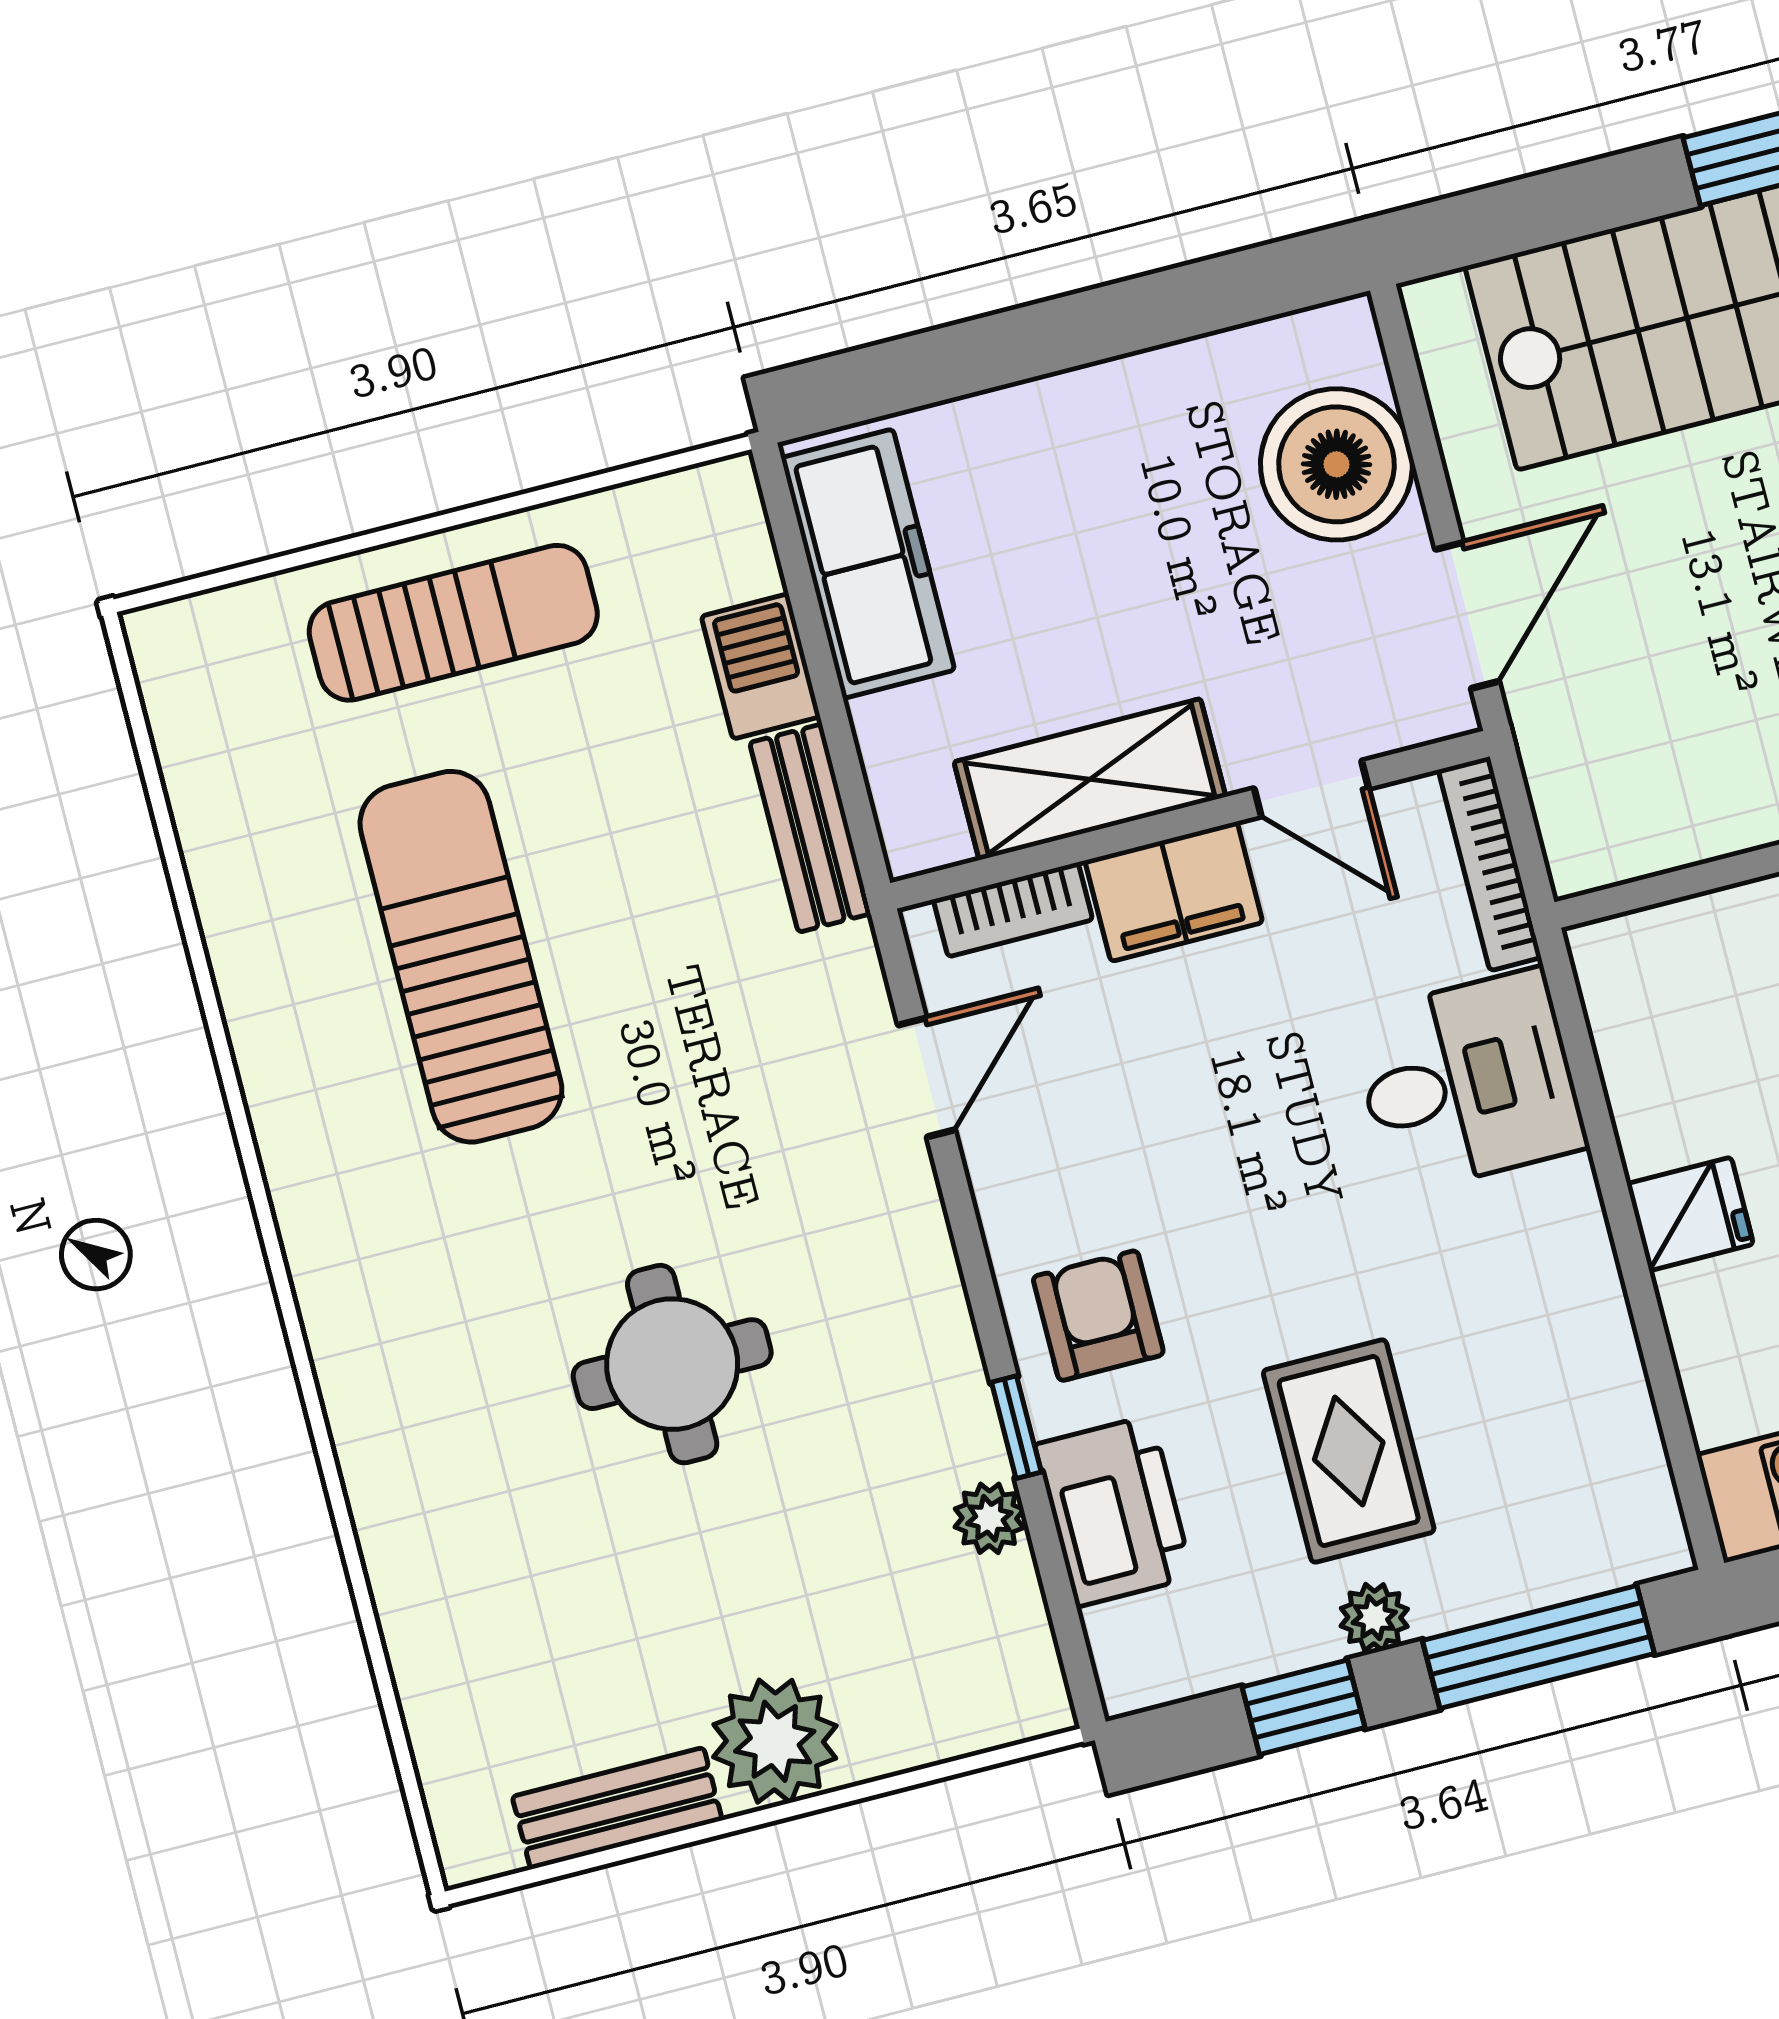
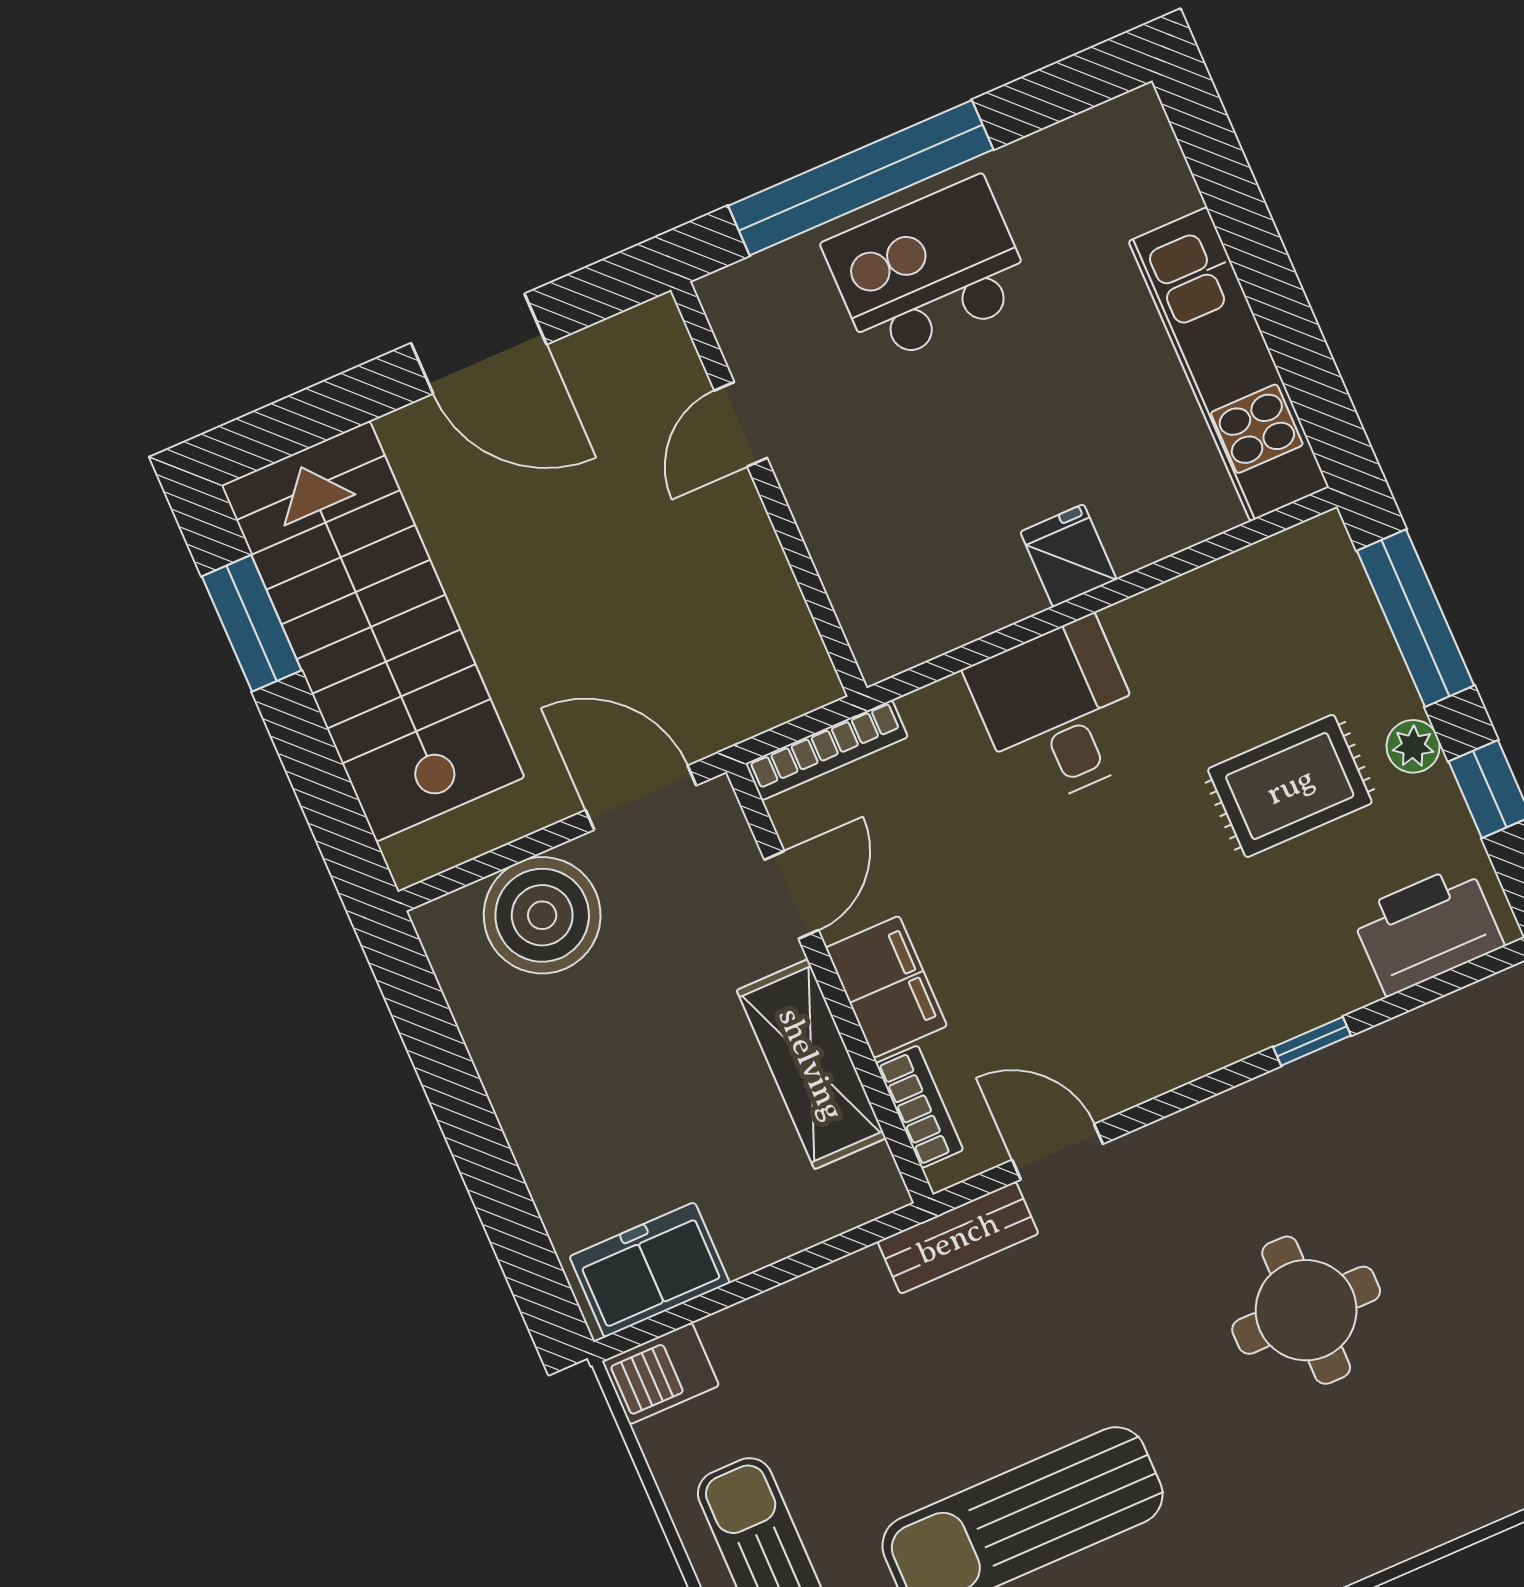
freezer: (868, 564) -> (650, 1270), width x0.71
barbecue: (761, 666) -> (661, 1373), moved
bench: (810, 828) -> (958, 1238), moved
desk: (1468, 1081) -> (1059, 712), moved
armchair: (1098, 1316) -> (1217, 993), removed
printer: (1114, 1511) -> (1427, 929), moved
plant: (989, 1518) -> (1385, 1051), removed

